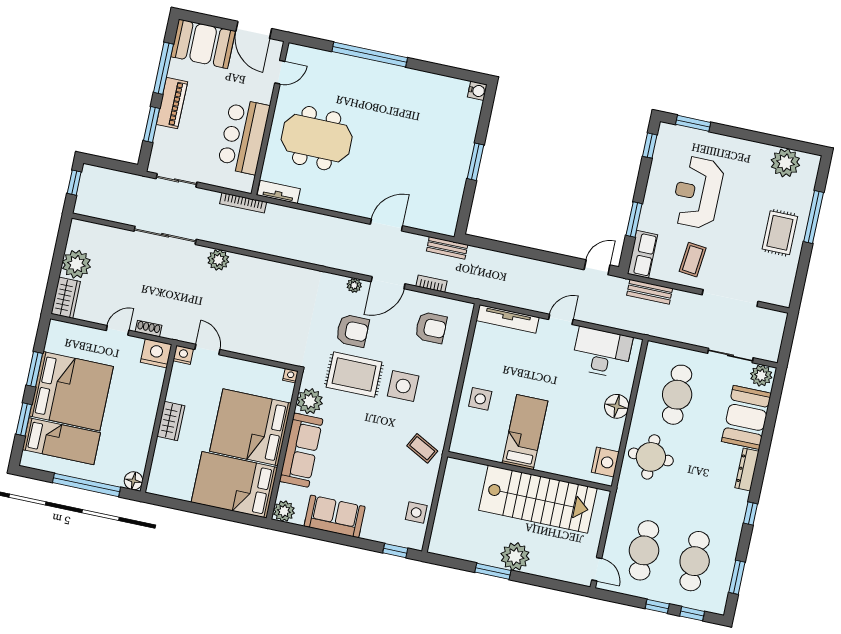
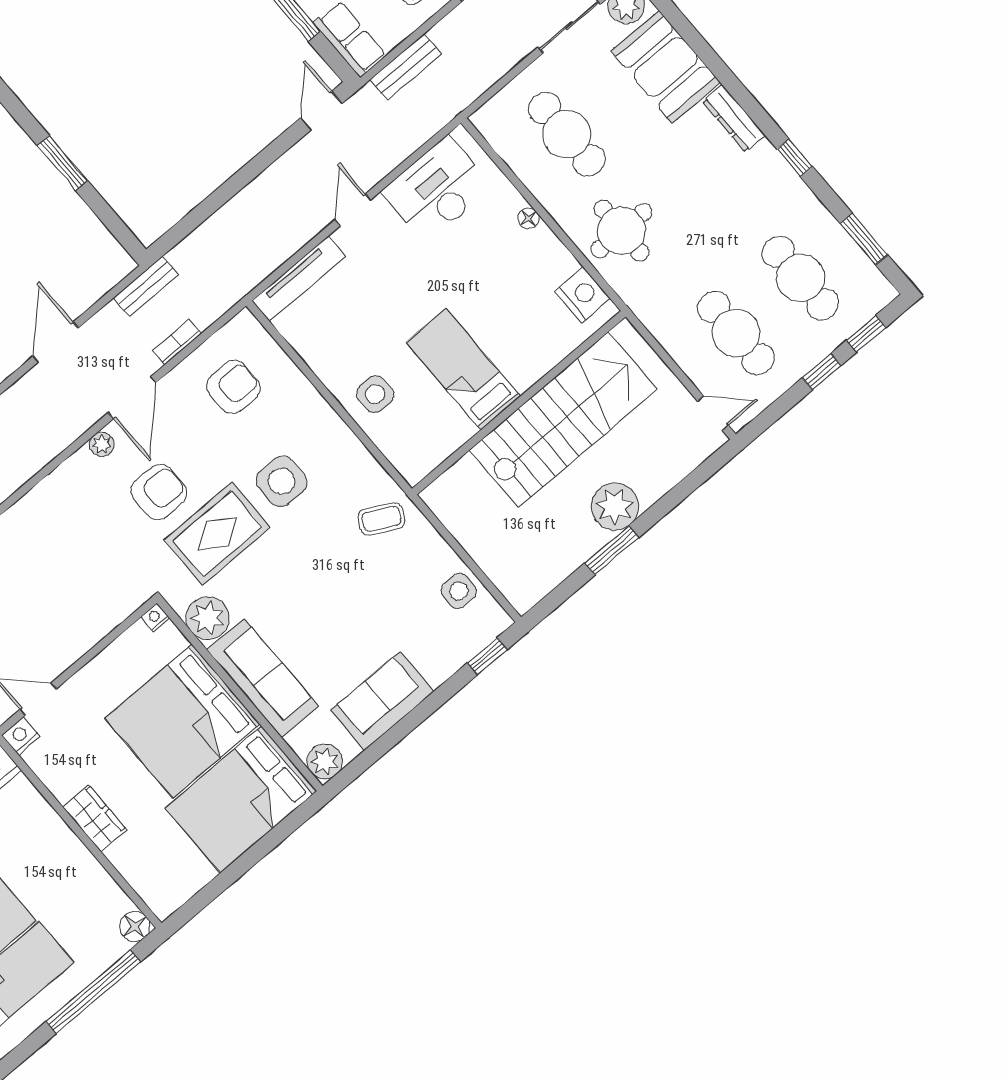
floor lamp: (617, 406) -> (528, 218), width x0.53, depth x0.53

